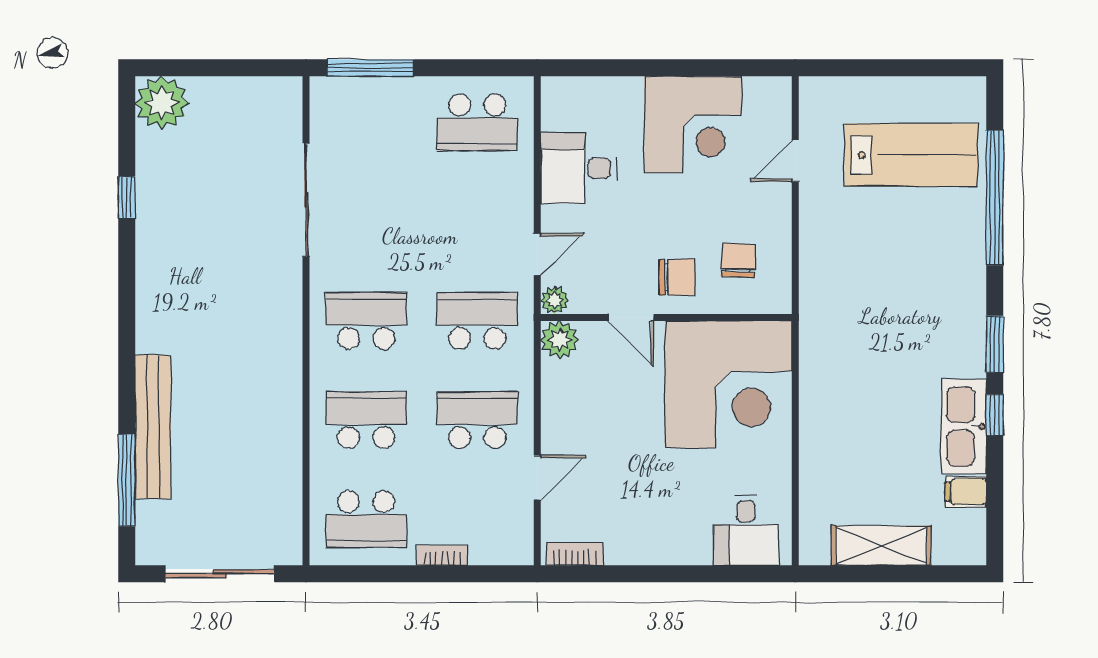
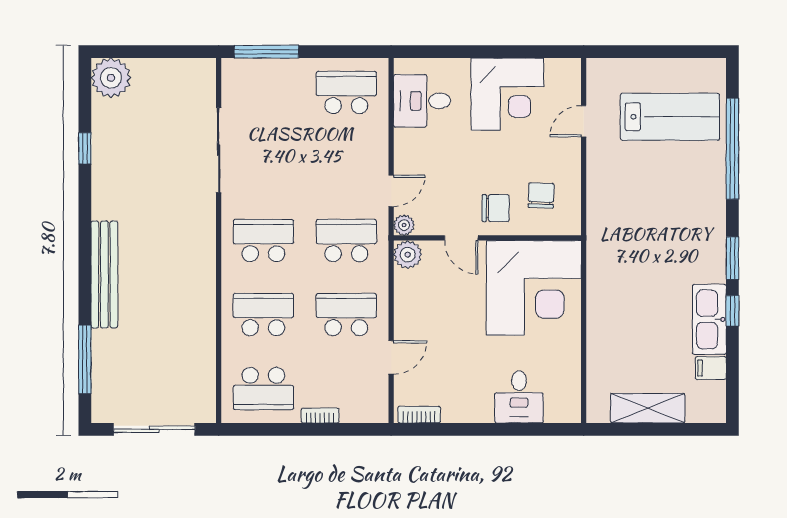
school desk: (477, 122) -> (346, 92), turned 180
desk: (579, 168) -> (422, 101), moved
bench: (153, 427) -> (104, 274), moved
desk: (746, 530) -> (519, 397), moved

